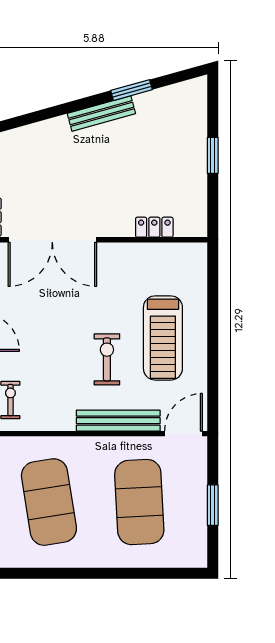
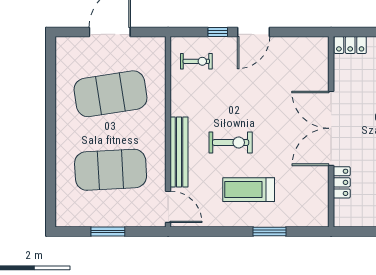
double door: (52, 240) -> (331, 128), moved
window: (213, 313) -> (269, 232), added
treadmill: (163, 338) -> (249, 190), width x0.73, depth x0.73

